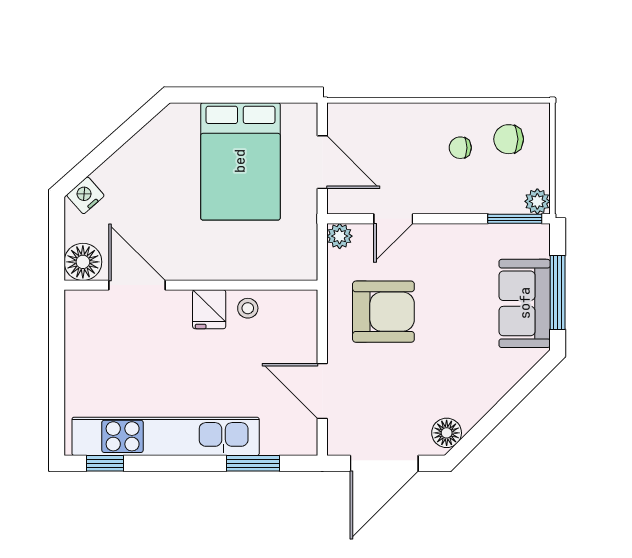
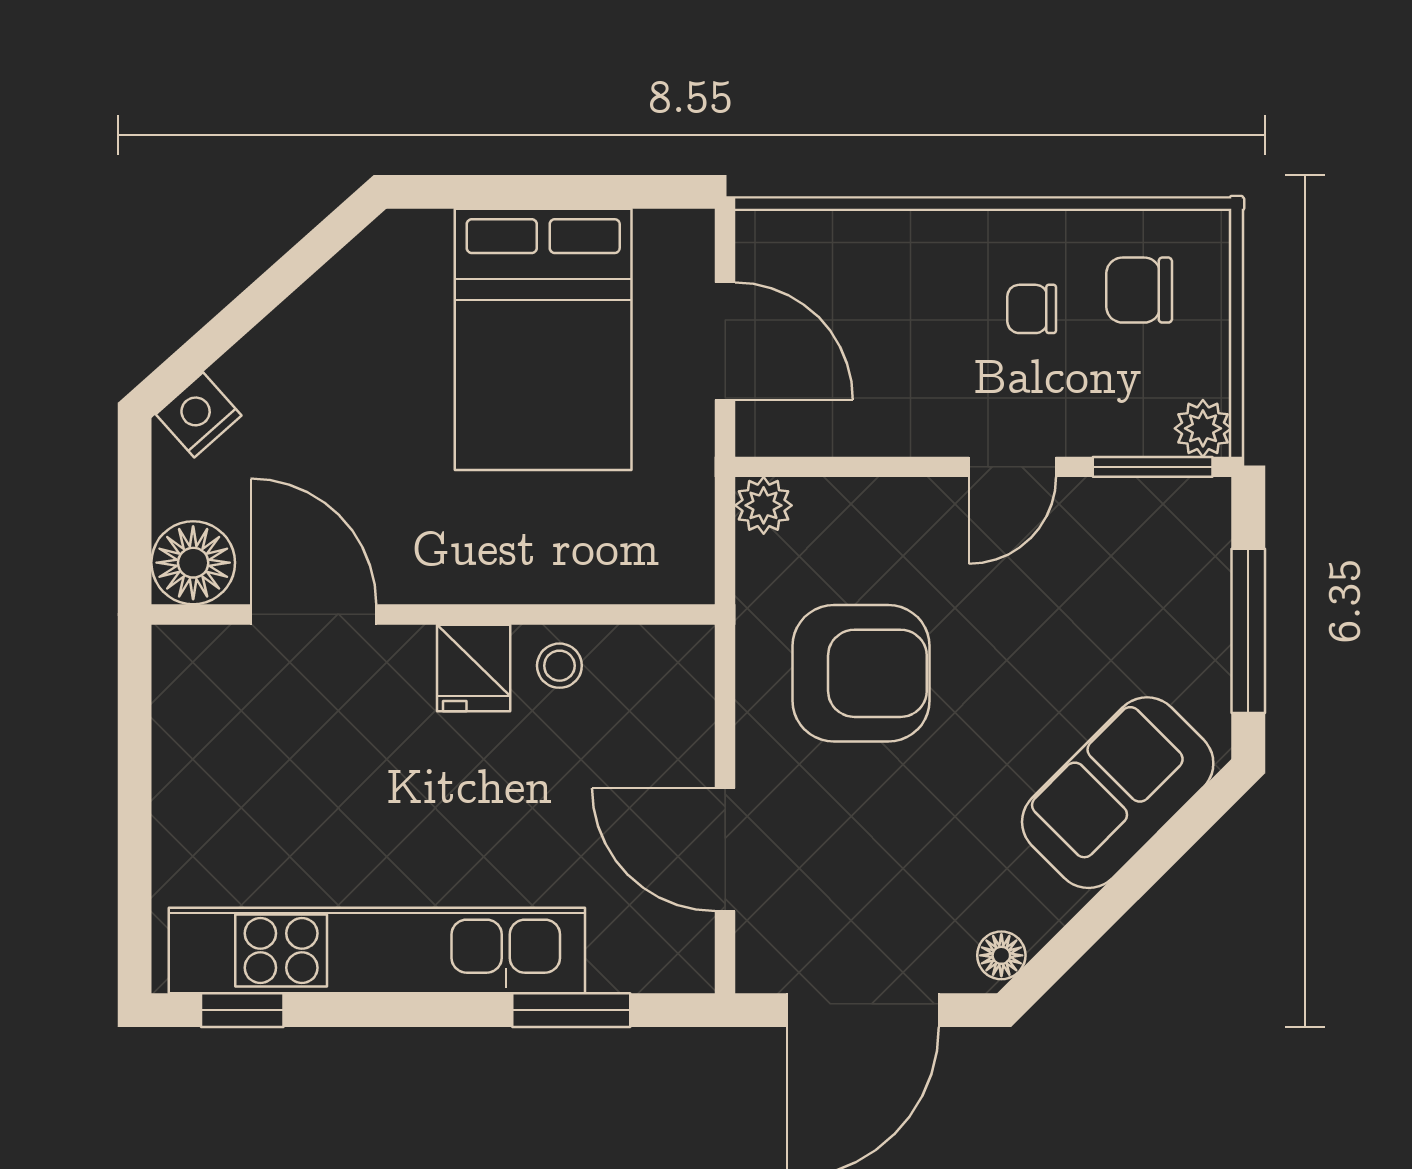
door: (393, 219) -> (1012, 467), moved
sofa: (525, 303) -> (1118, 793), moved, turned 45
floor lamp: (447, 433) -> (1001, 955), width x0.73, depth x0.73

